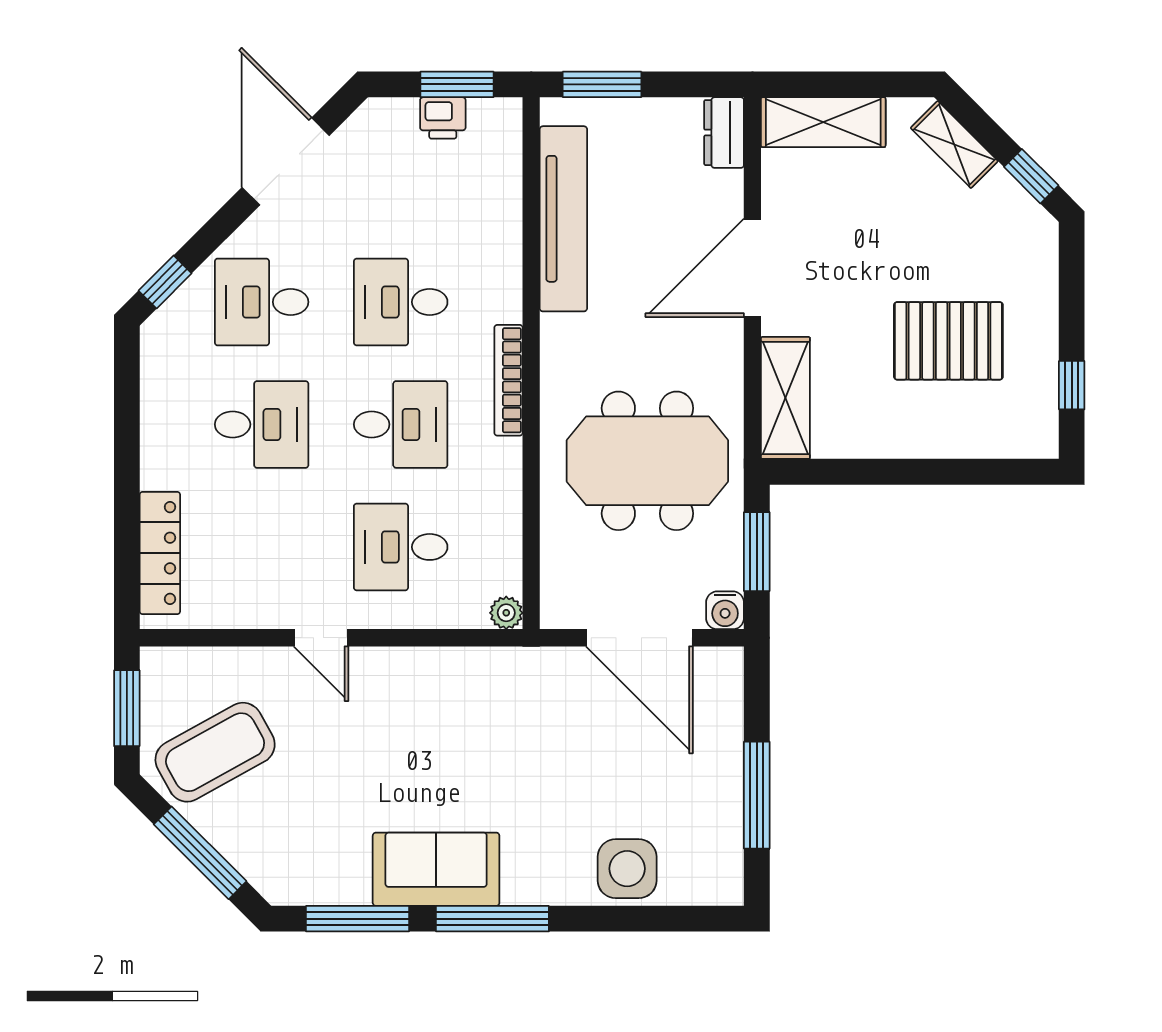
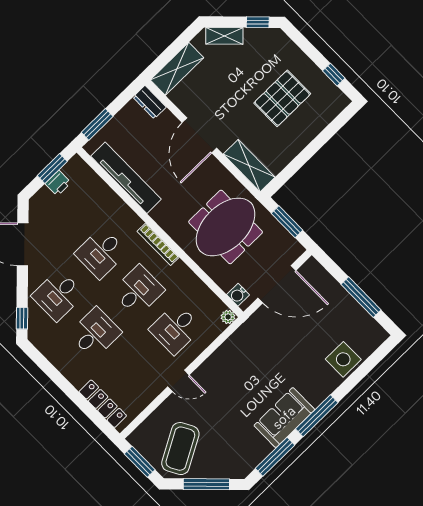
water cooler: (725, 610) -> (238, 295), moved, turned 90

